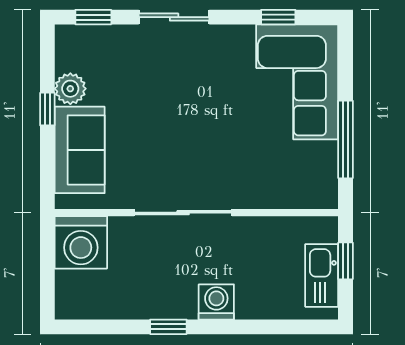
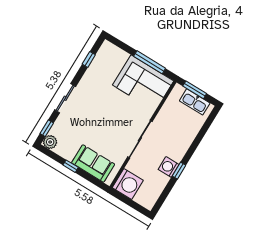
corner sofa: (297, 82) -> (143, 83), moved
plant: (70, 89) -> (50, 142), moved
window: (345, 261) -> (195, 90), width x1.50
washing machine: (216, 302) -> (169, 167), moved

